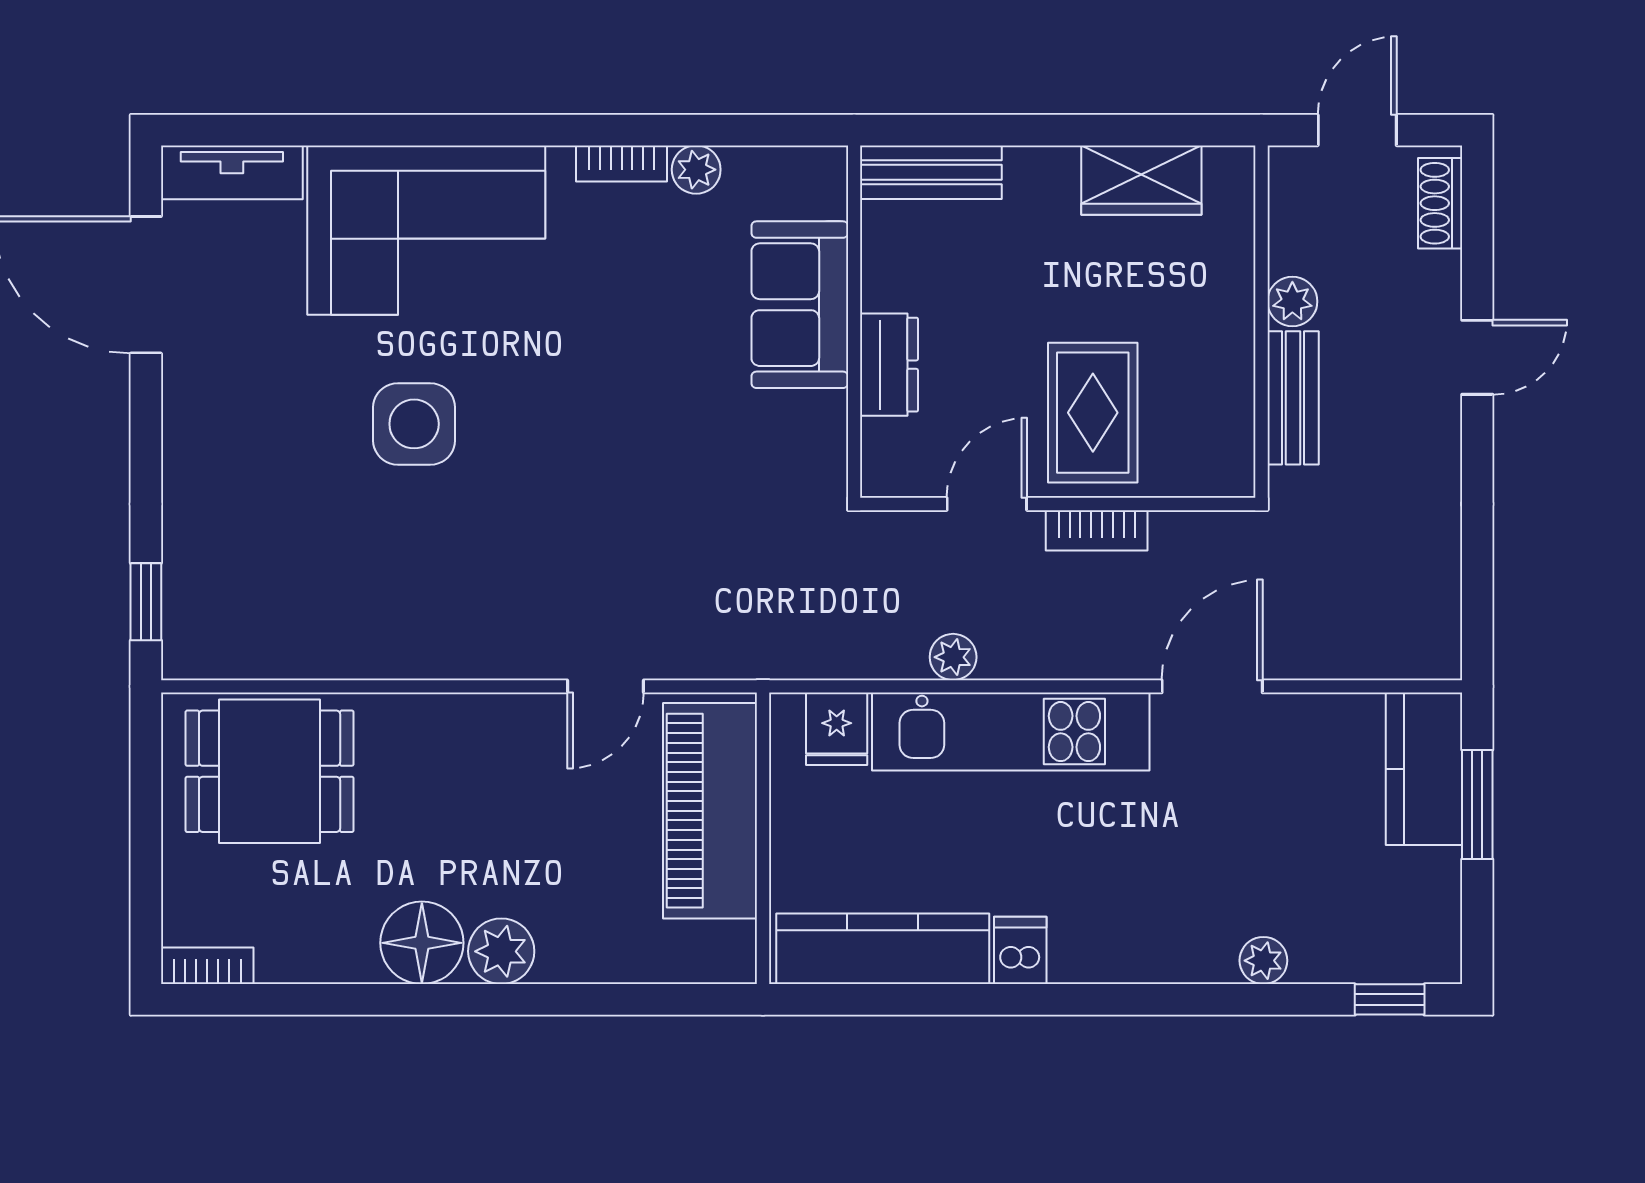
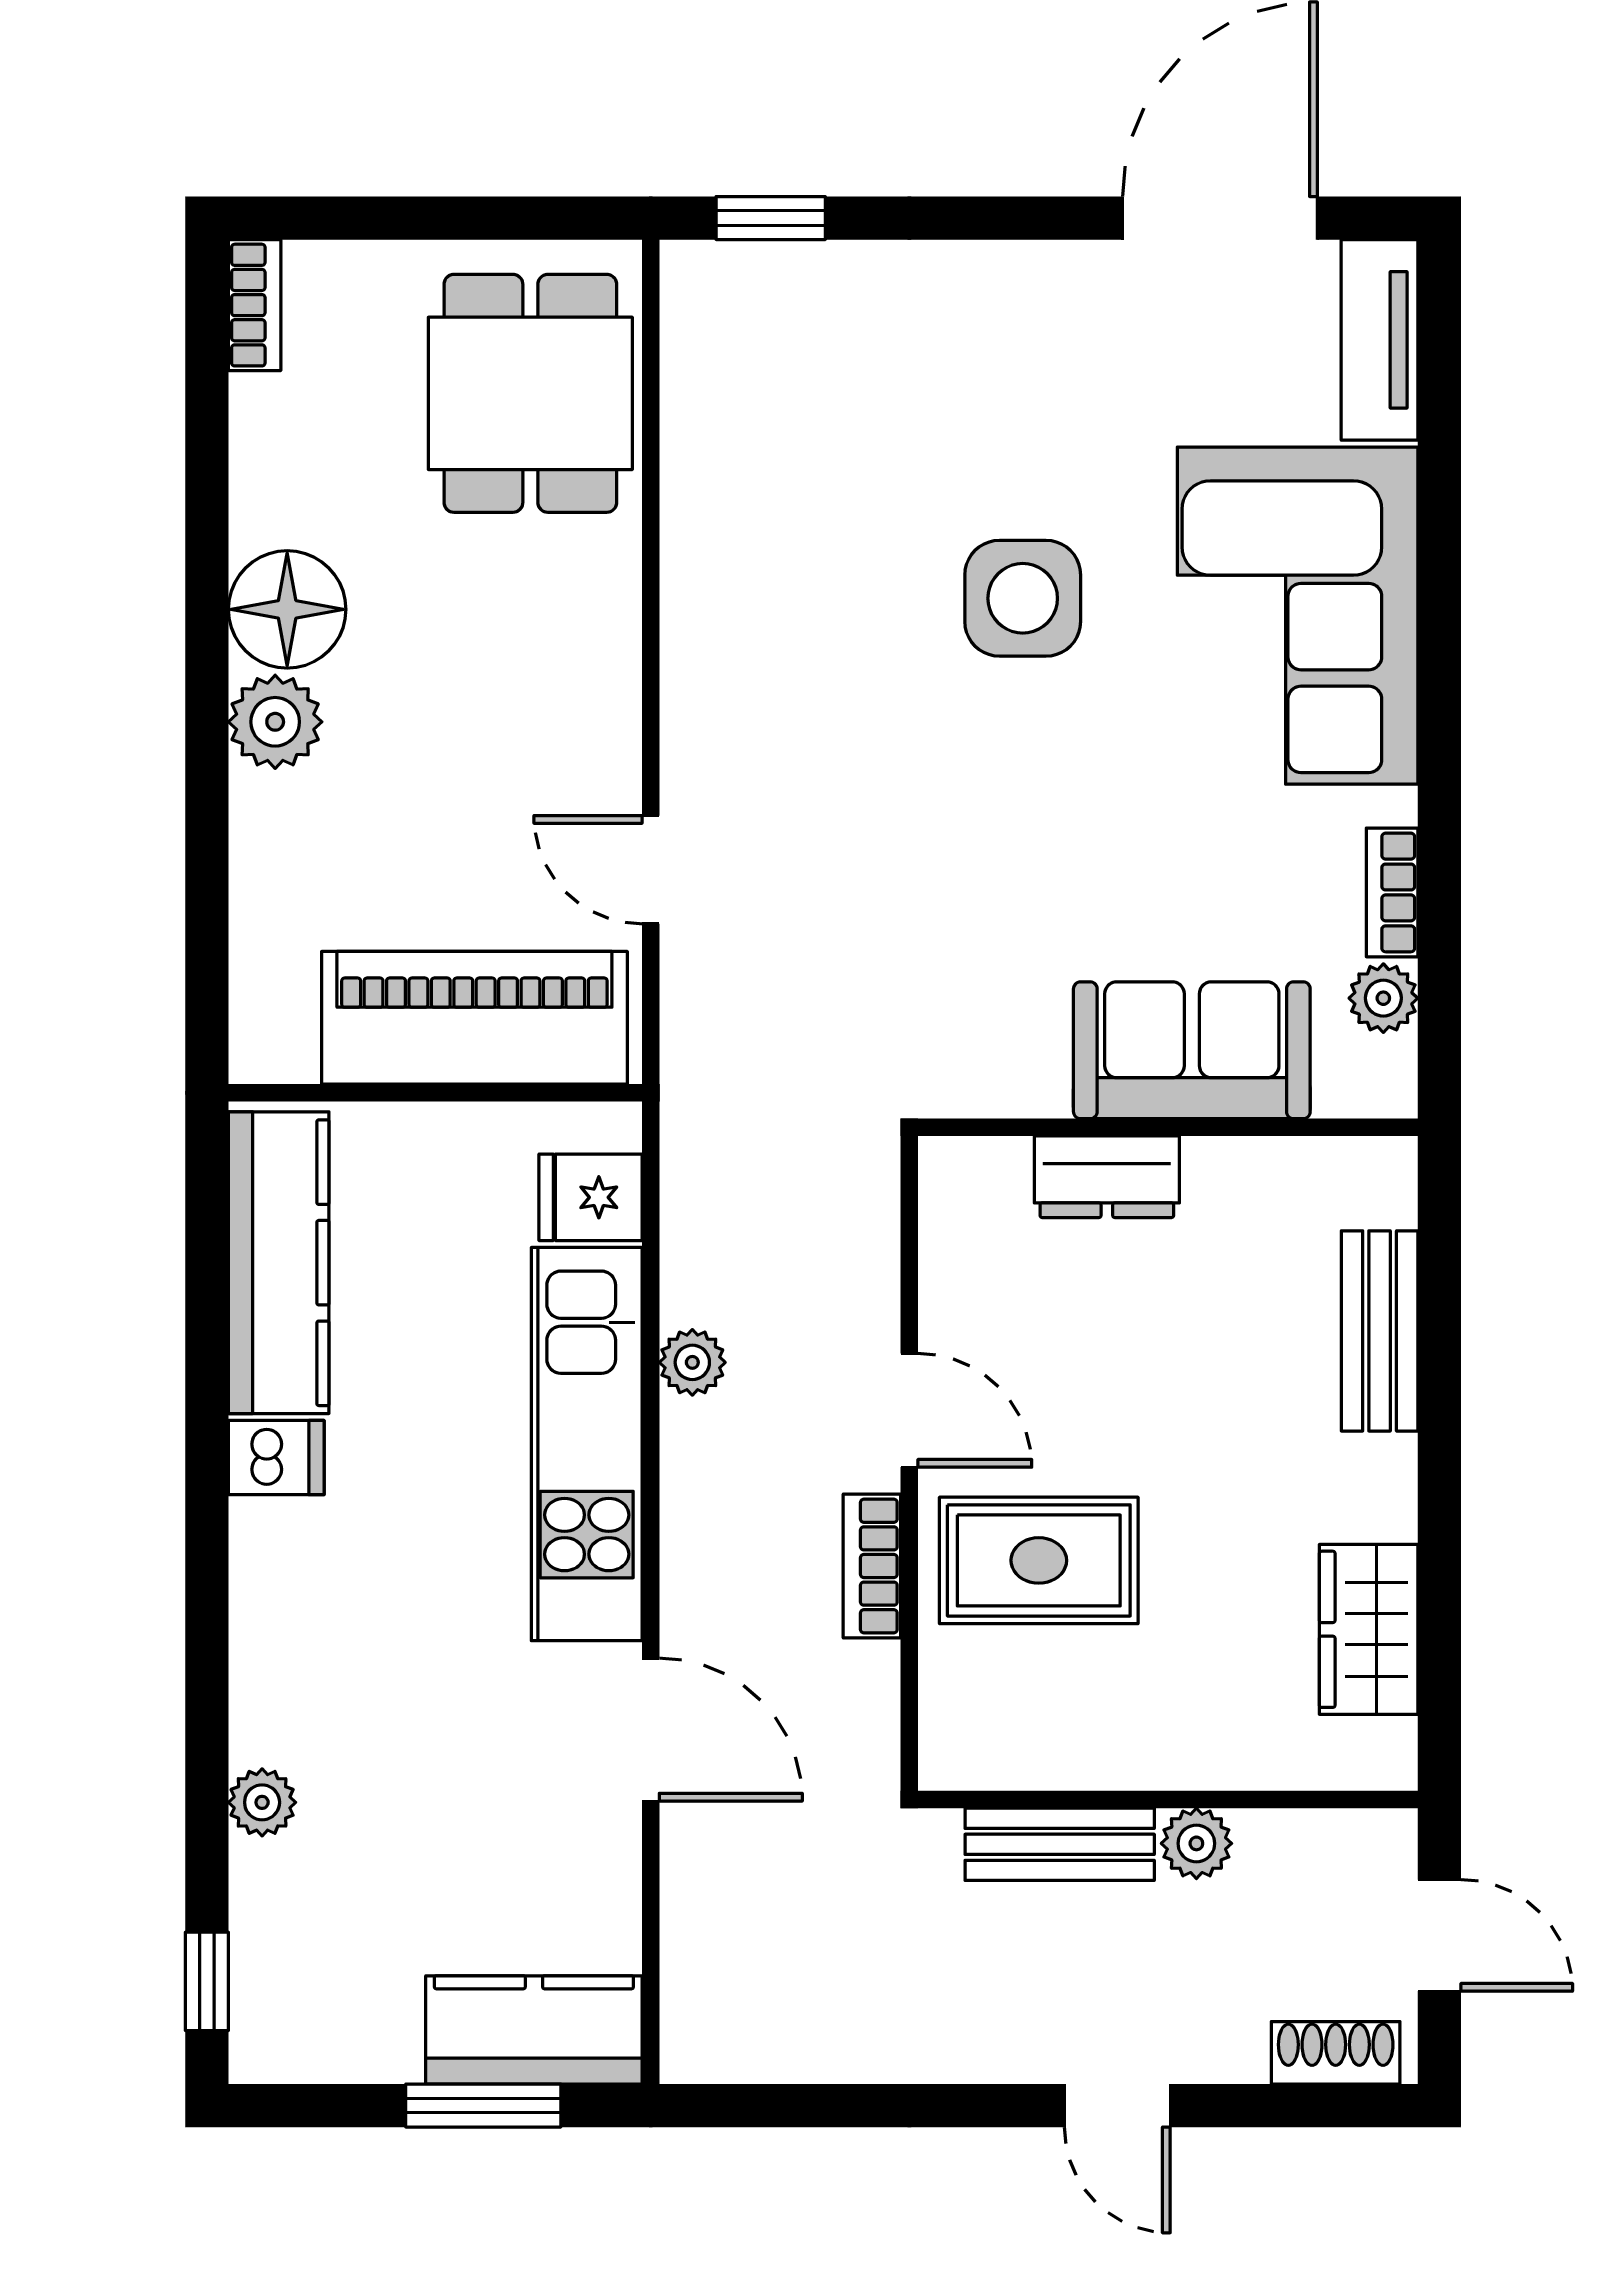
sofa: (800, 305) -> (1192, 1050), moved
wall: (854, 322) -> (1168, 1127), moved
dresser: (889, 365) -> (1107, 1177), moved

